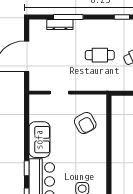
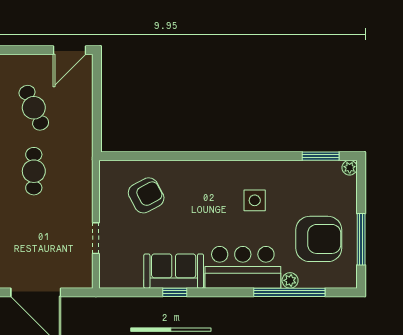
window: (27, 168) -> (175, 292), moved

